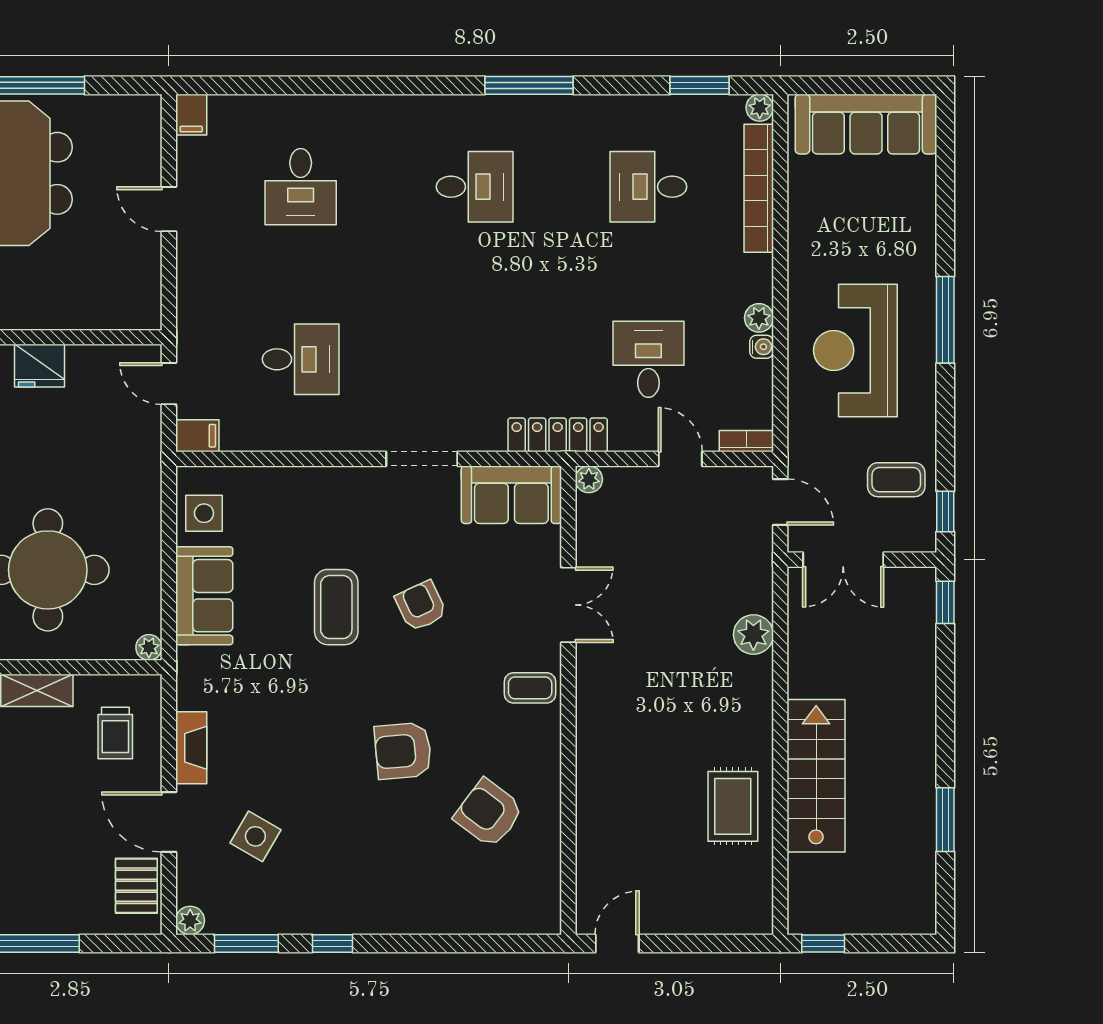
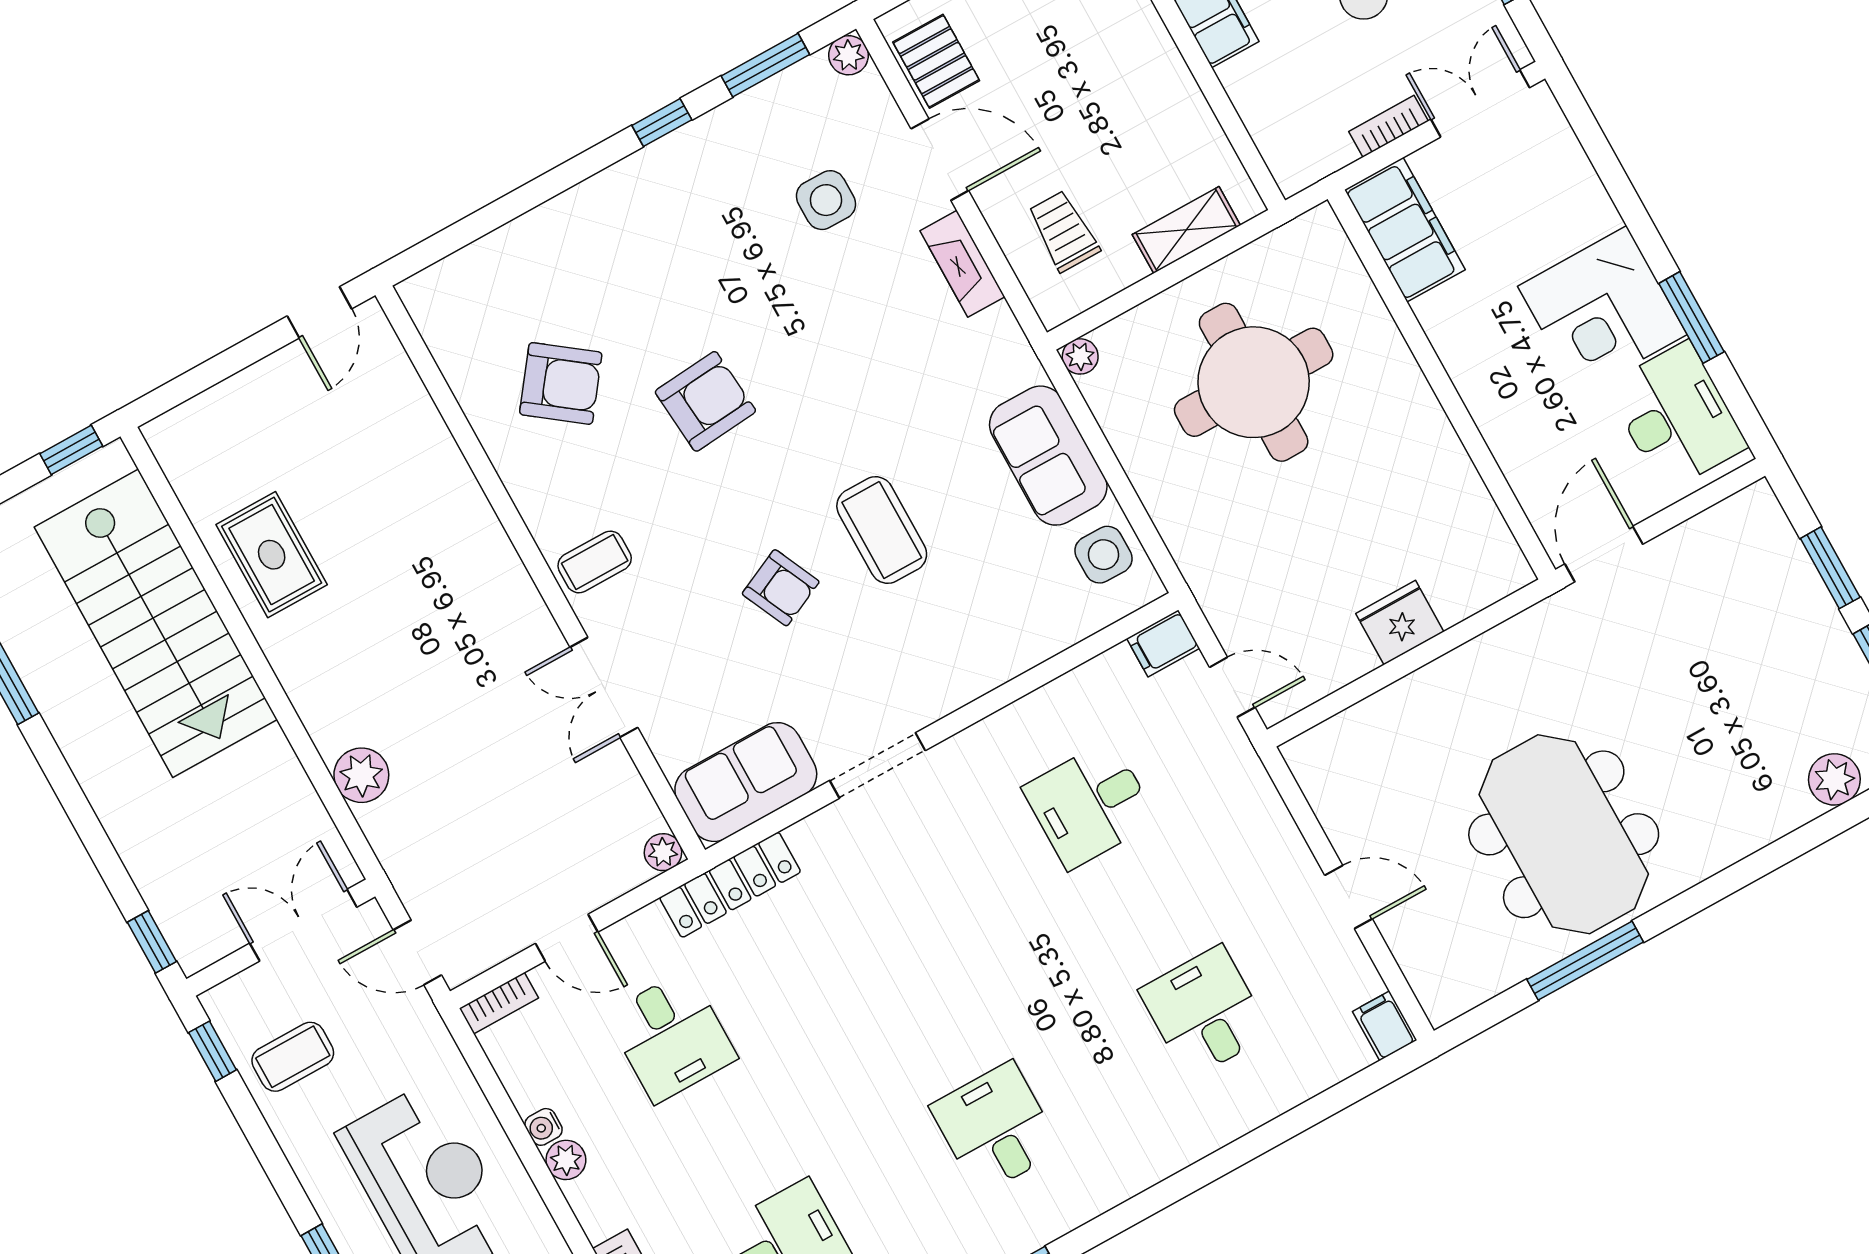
desk: (475, 187) -> (996, 1128), turned 90
stairs: (816, 776) -> (156, 623), width x1.36, depth x1.51
side table: (255, 836) -> (826, 200), turned -30

